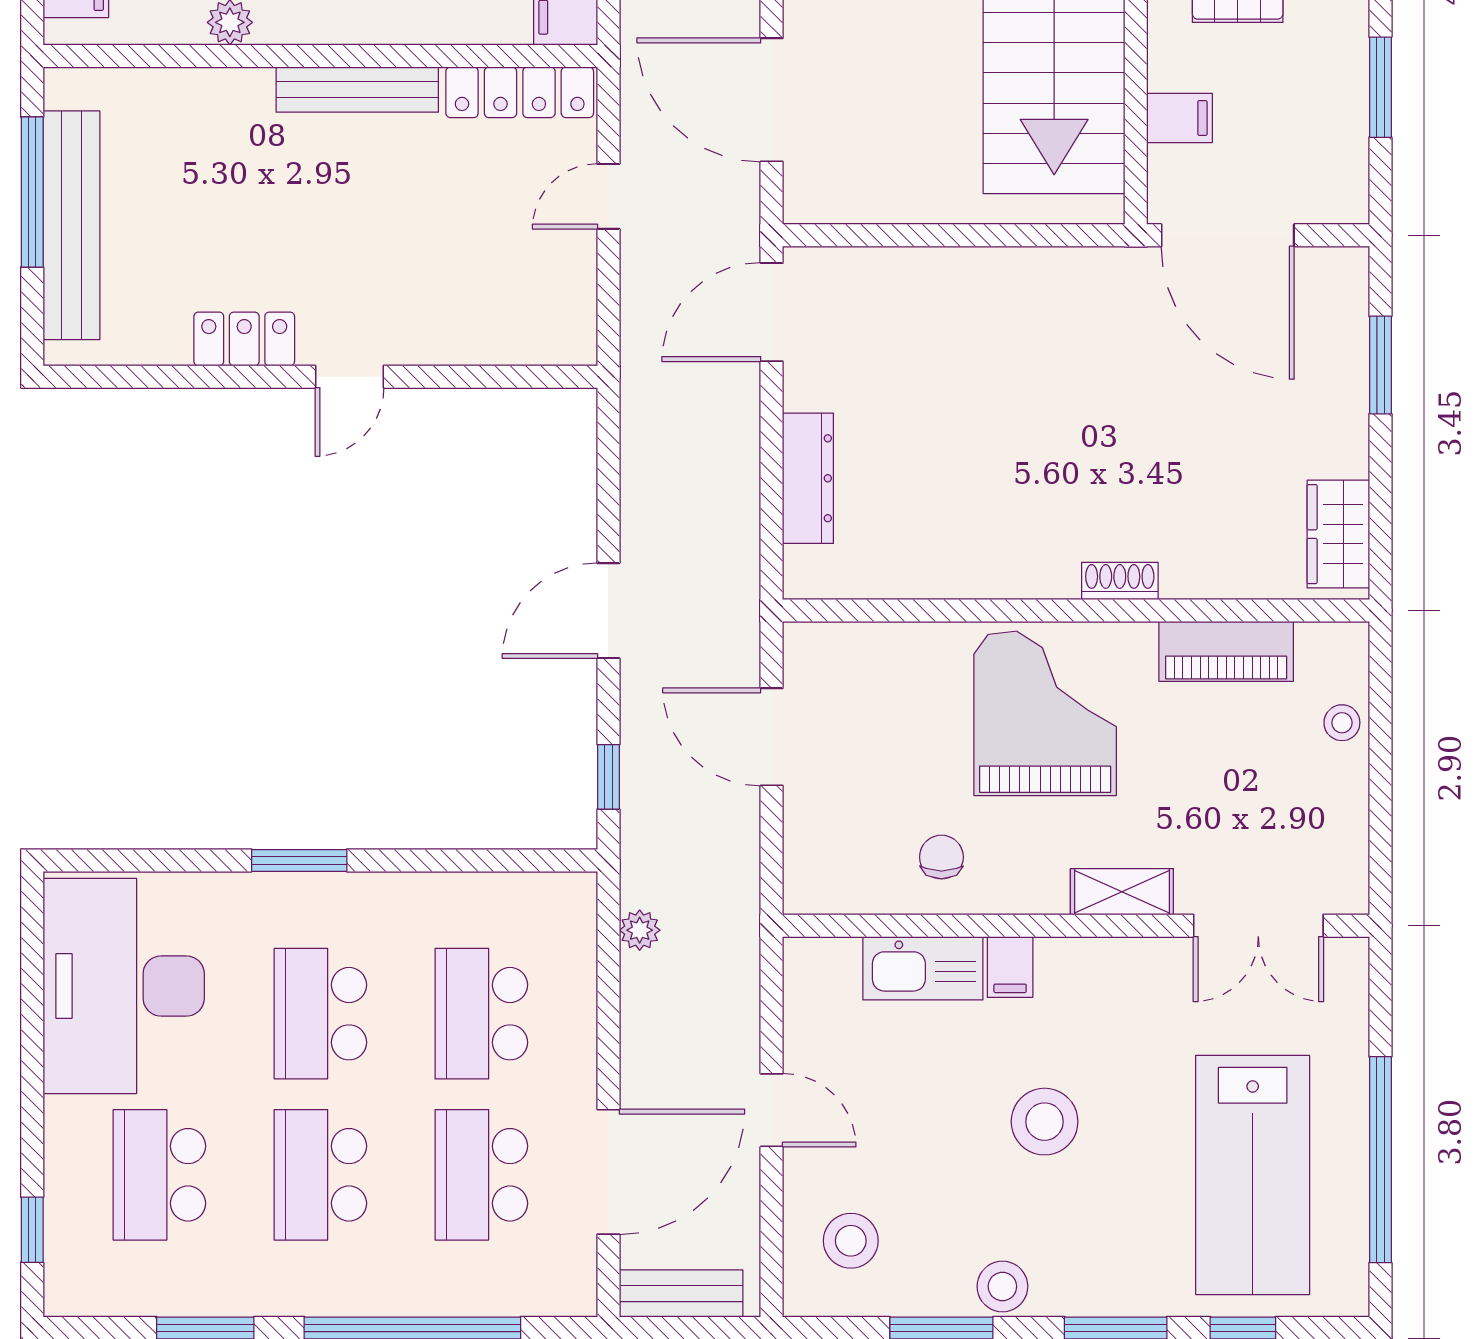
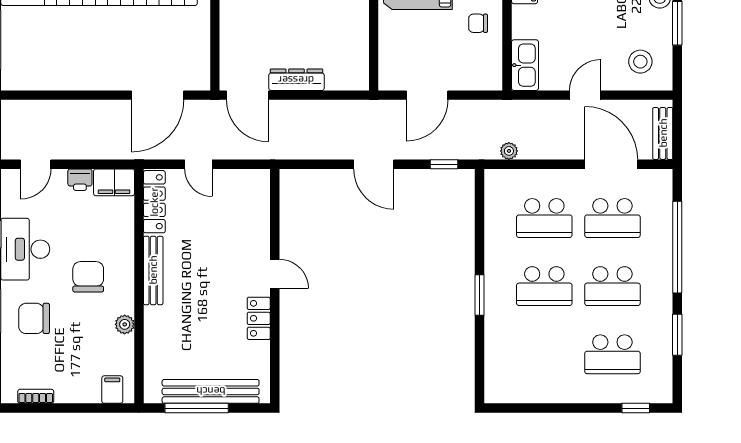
dresser: (808, 478) -> (296, 80), moved
kitchen sink: (923, 968) -> (525, 65), moved
desk: (124, 986) -> (533, 369), removed

